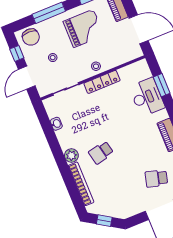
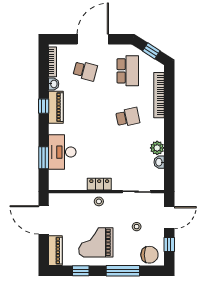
chair: (31, 37) -> (149, 255), turned 90
locker: (102, 82) -> (99, 184), width x0.66
plant: (71, 156) -> (157, 148), moved
school desk: (118, 194) -> (128, 71), added

